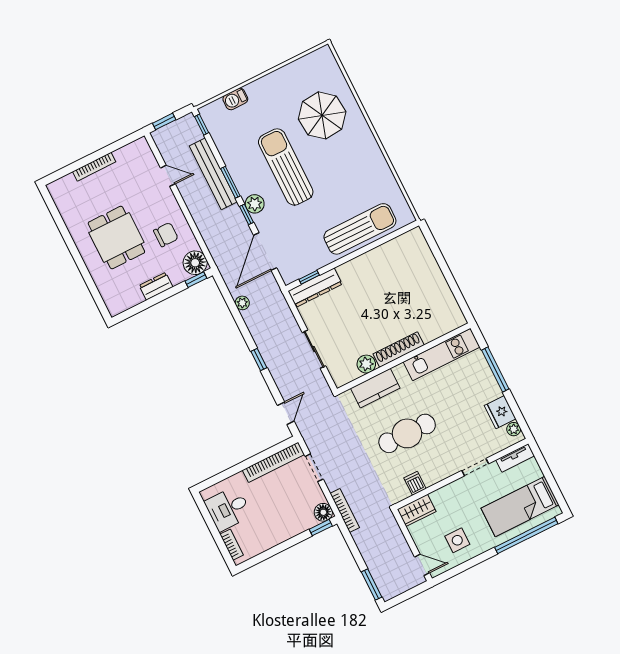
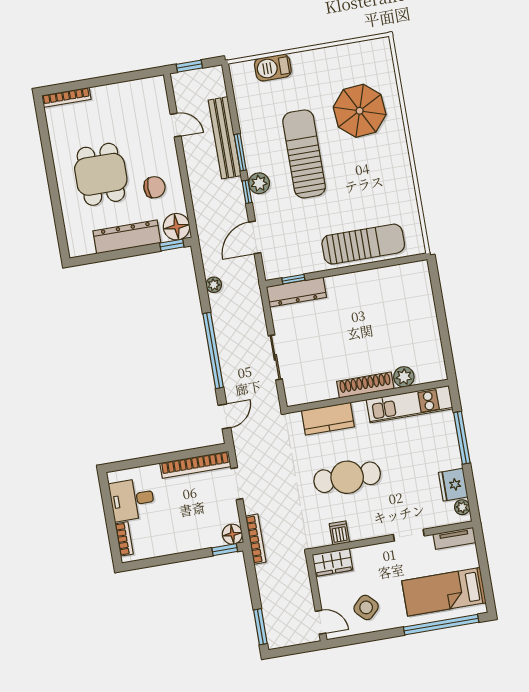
barbecue: (235, 99) -> (273, 68), width x1.38, depth x1.27
window: (202, 125) -> (228, 82), removed
bookcase: (94, 167) -> (66, 97), moved
door: (265, 251) -> (255, 237), width x0.73
dresser: (156, 286) -> (127, 237), width x1.96, depth x1.24
window: (259, 359) -> (213, 350), width x3.17
plant: (366, 364) -> (404, 377), moved
side table: (457, 540) -> (366, 607), turned 45

